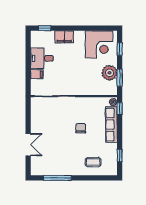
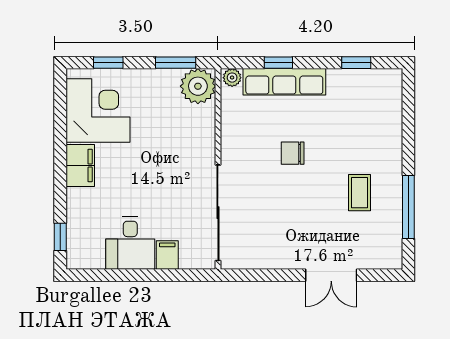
filing cabinet: (64, 37) -> (80, 166), moved
plant: (109, 73) -> (198, 86), moved
window: (120, 108) -> (278, 63), moved
double door: (28, 145) -> (331, 275), swing flipped
coffee table: (93, 162) -> (360, 193), moved

